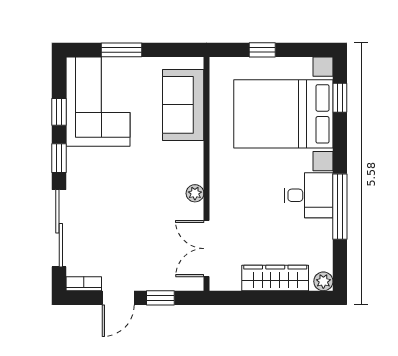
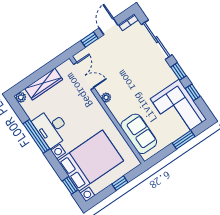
desk: (309, 195) -> (51, 128), width x1.37

